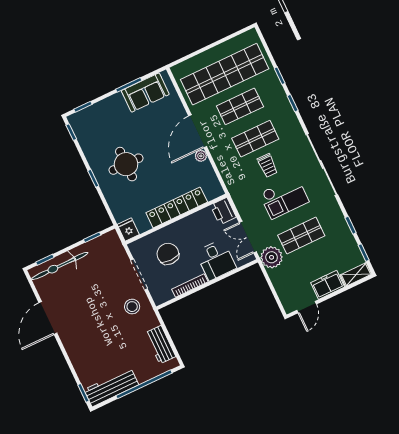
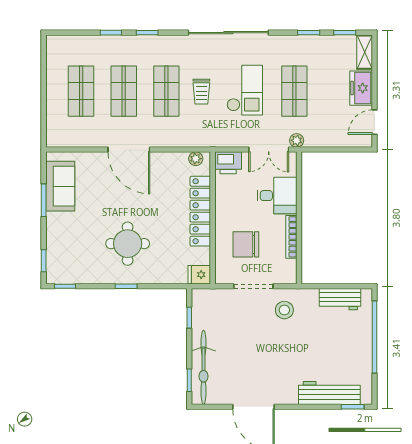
shop shelf: (225, 74) -> (81, 91), width x0.50, depth x0.74
plant: (201, 156) -> (196, 159), moved
trolley: (268, 165) -> (201, 92), turned 90
plant: (272, 257) -> (297, 140), width x0.53, depth x0.53
door: (307, 307) -> (374, 122), swing flipped
workbench: (111, 387) -> (329, 393), moved, turned 90

